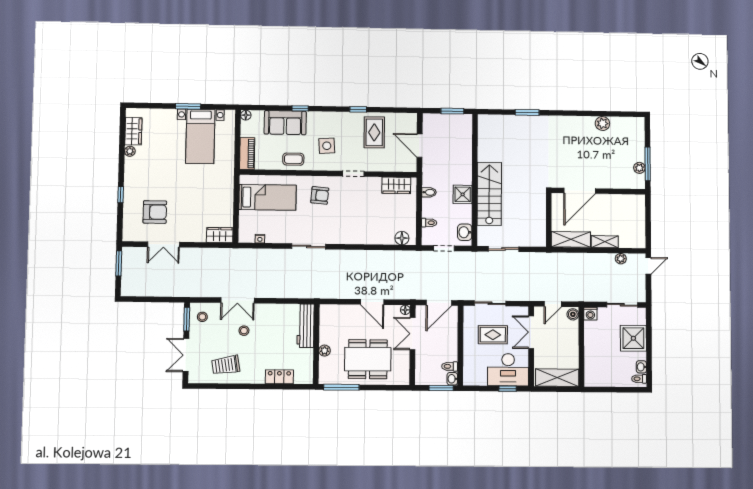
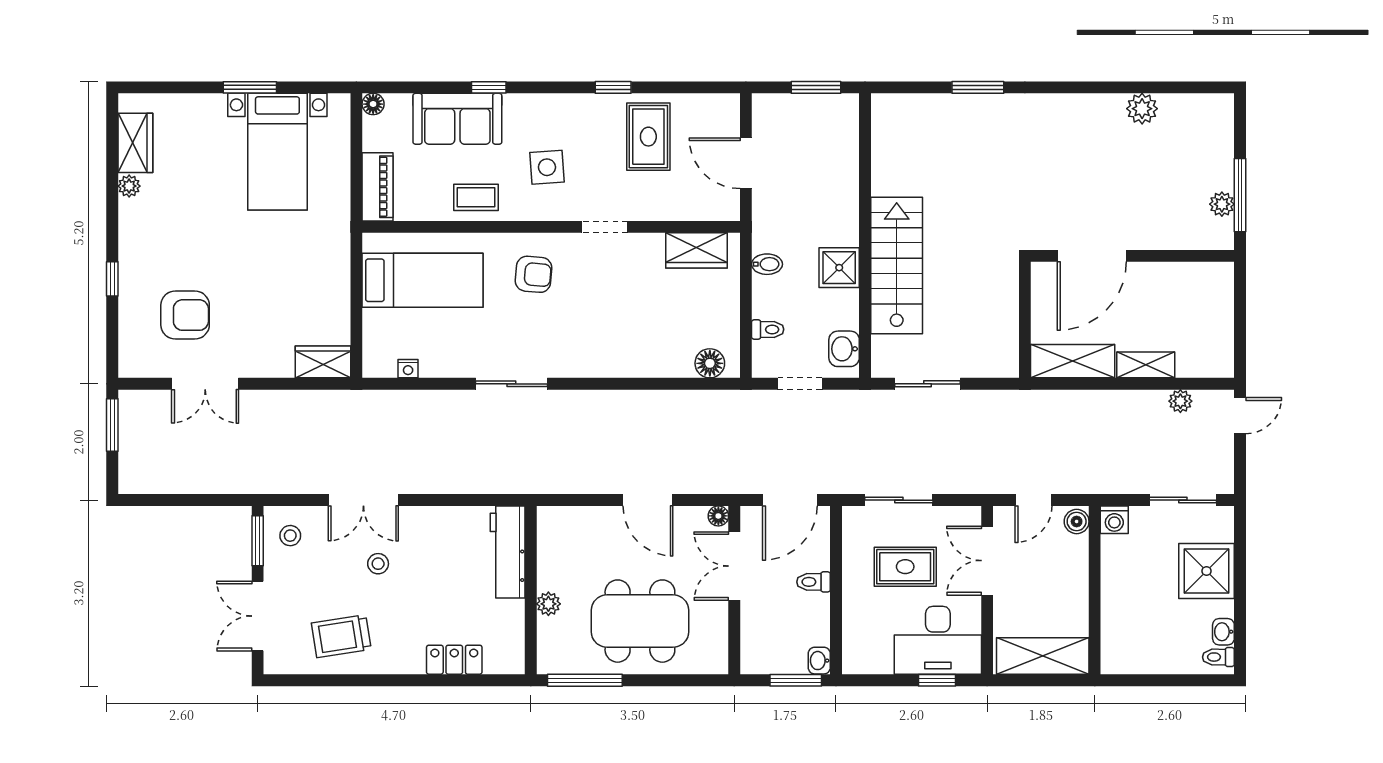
toilet: (450, 366) -> (814, 582), moved

